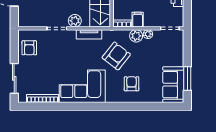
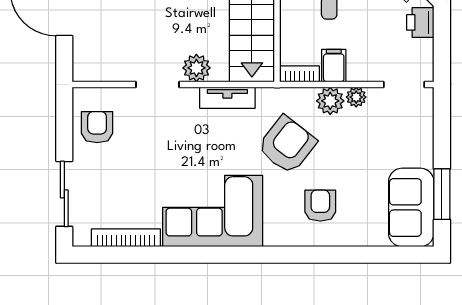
armchair: (29, 48) -> (97, 127), turned 180

